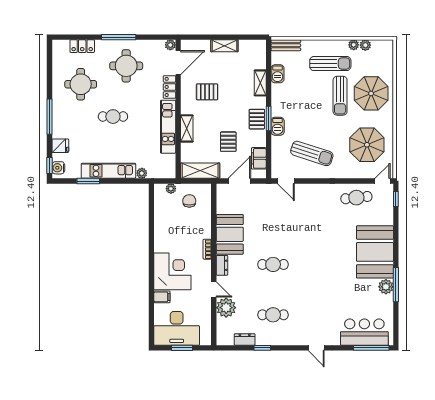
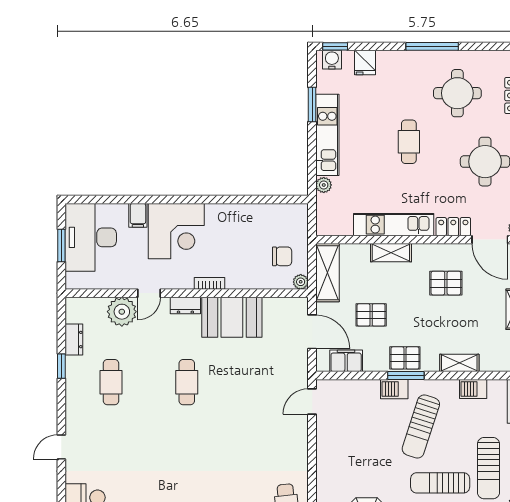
pallet: (207, 92) -> (446, 283), turned 90
window: (50, 117) -> (432, 46), moved
sun lounger: (312, 153) -> (421, 426), moved
plant: (171, 189) -> (301, 282), moved

